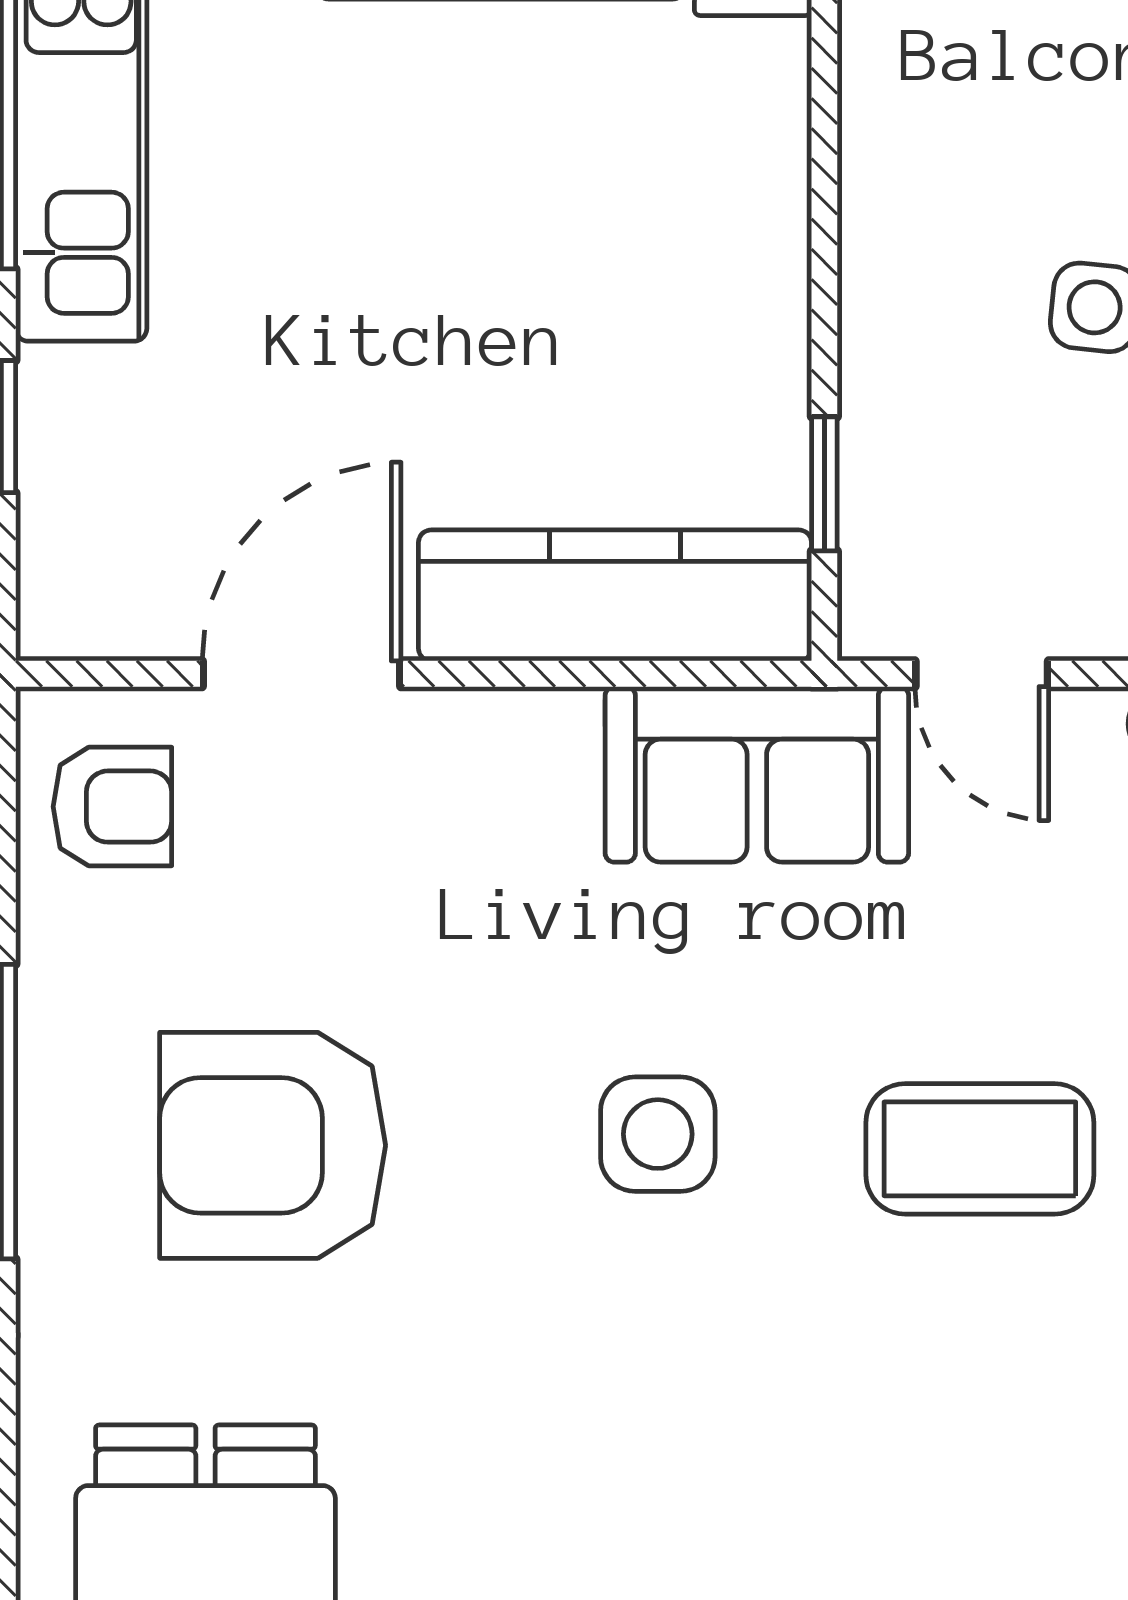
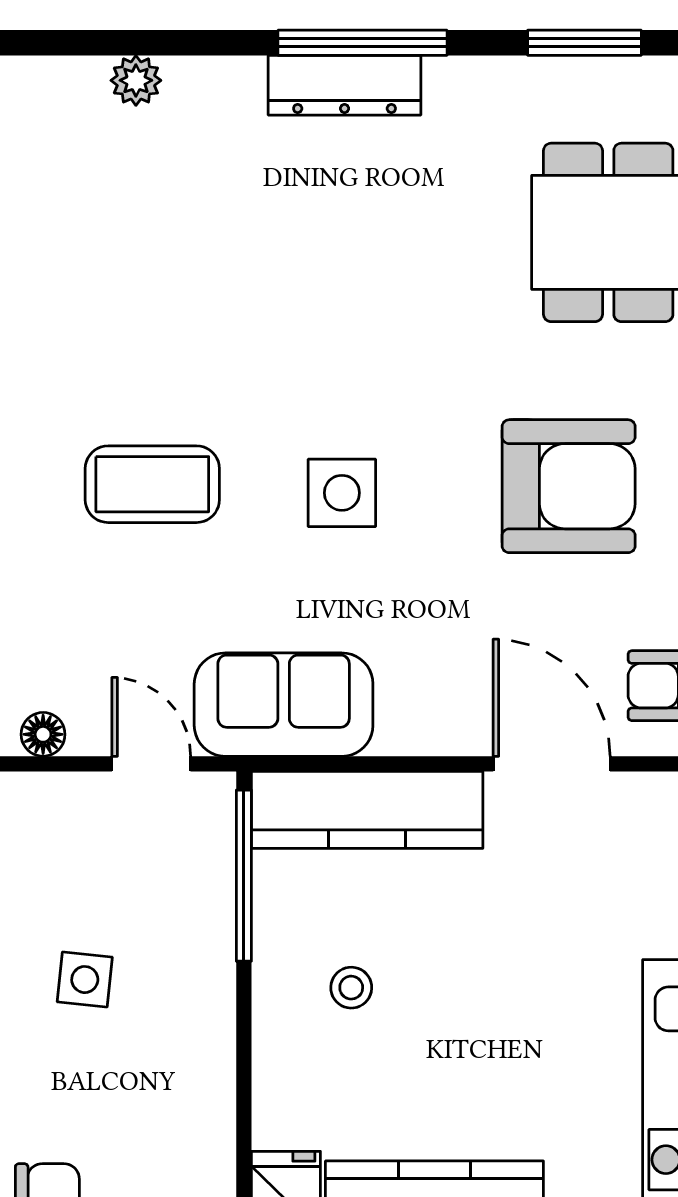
stool: (642, 294) -> (351, 988), added
window: (824, 484) -> (244, 876), width x2.17
door: (302, 674) -> (552, 764), swing flipped

